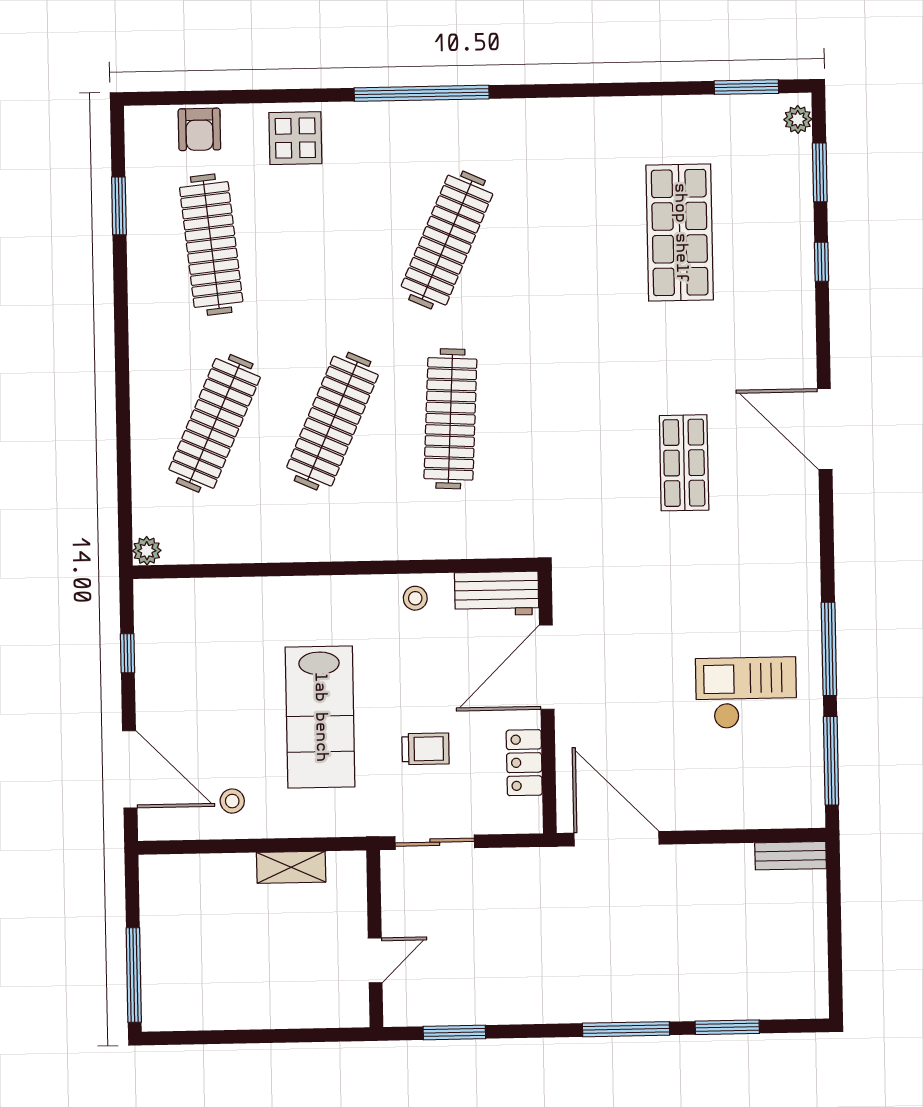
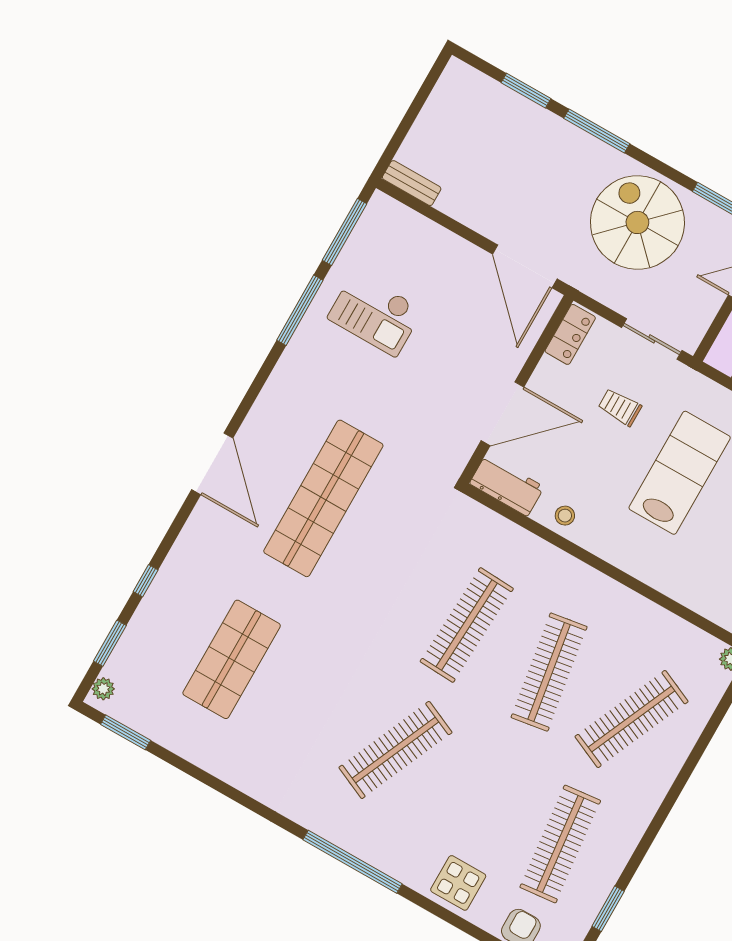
clothes rail: (333, 421) -> (549, 672), turned -33
shop shelf: (684, 463) -> (323, 498), width x2.00, depth x1.36
locker: (524, 763) -> (570, 334), moved
spiral stairs: (524, 957) -> (637, 222), added

